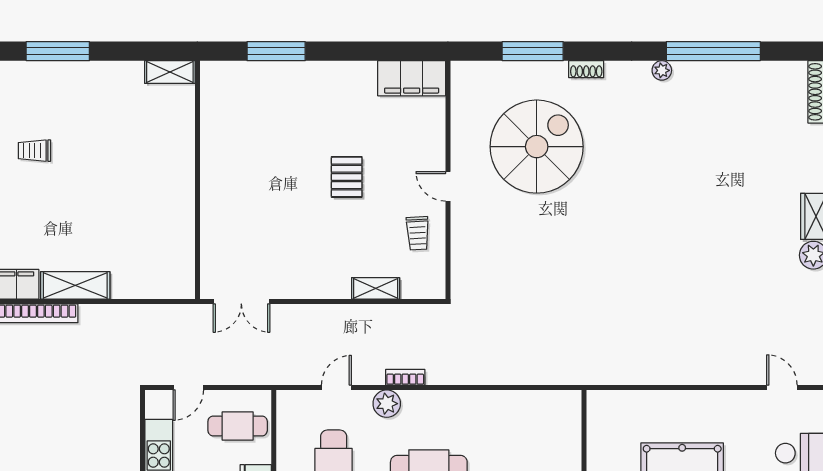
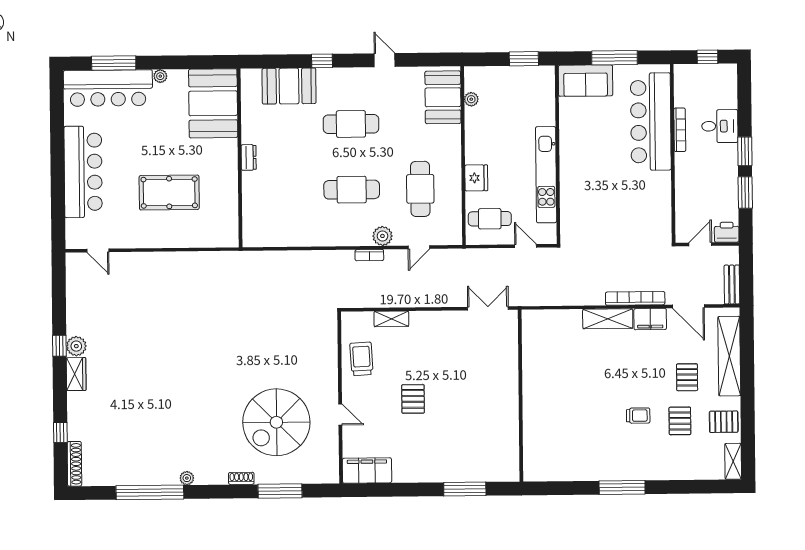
shelving: (170, 72) -> (541, 473), removed
door: (448, 186) -> (340, 414), moved
trolley: (418, 233) -> (361, 359), width x1.36, depth x1.39
door: (188, 387) -> (526, 246), hinge flipped

